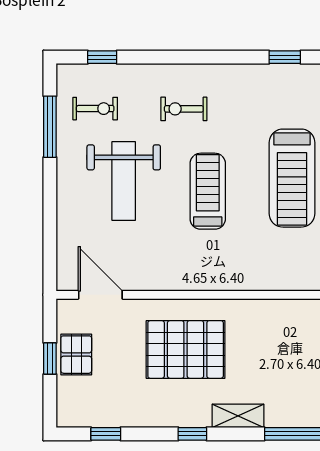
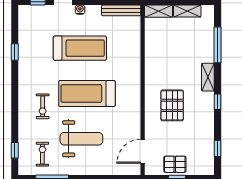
treadmill: (208, 191) -> (87, 93), width x1.37, depth x1.38
pallet: (186, 349) -> (172, 105), width x0.73, depth x0.71

